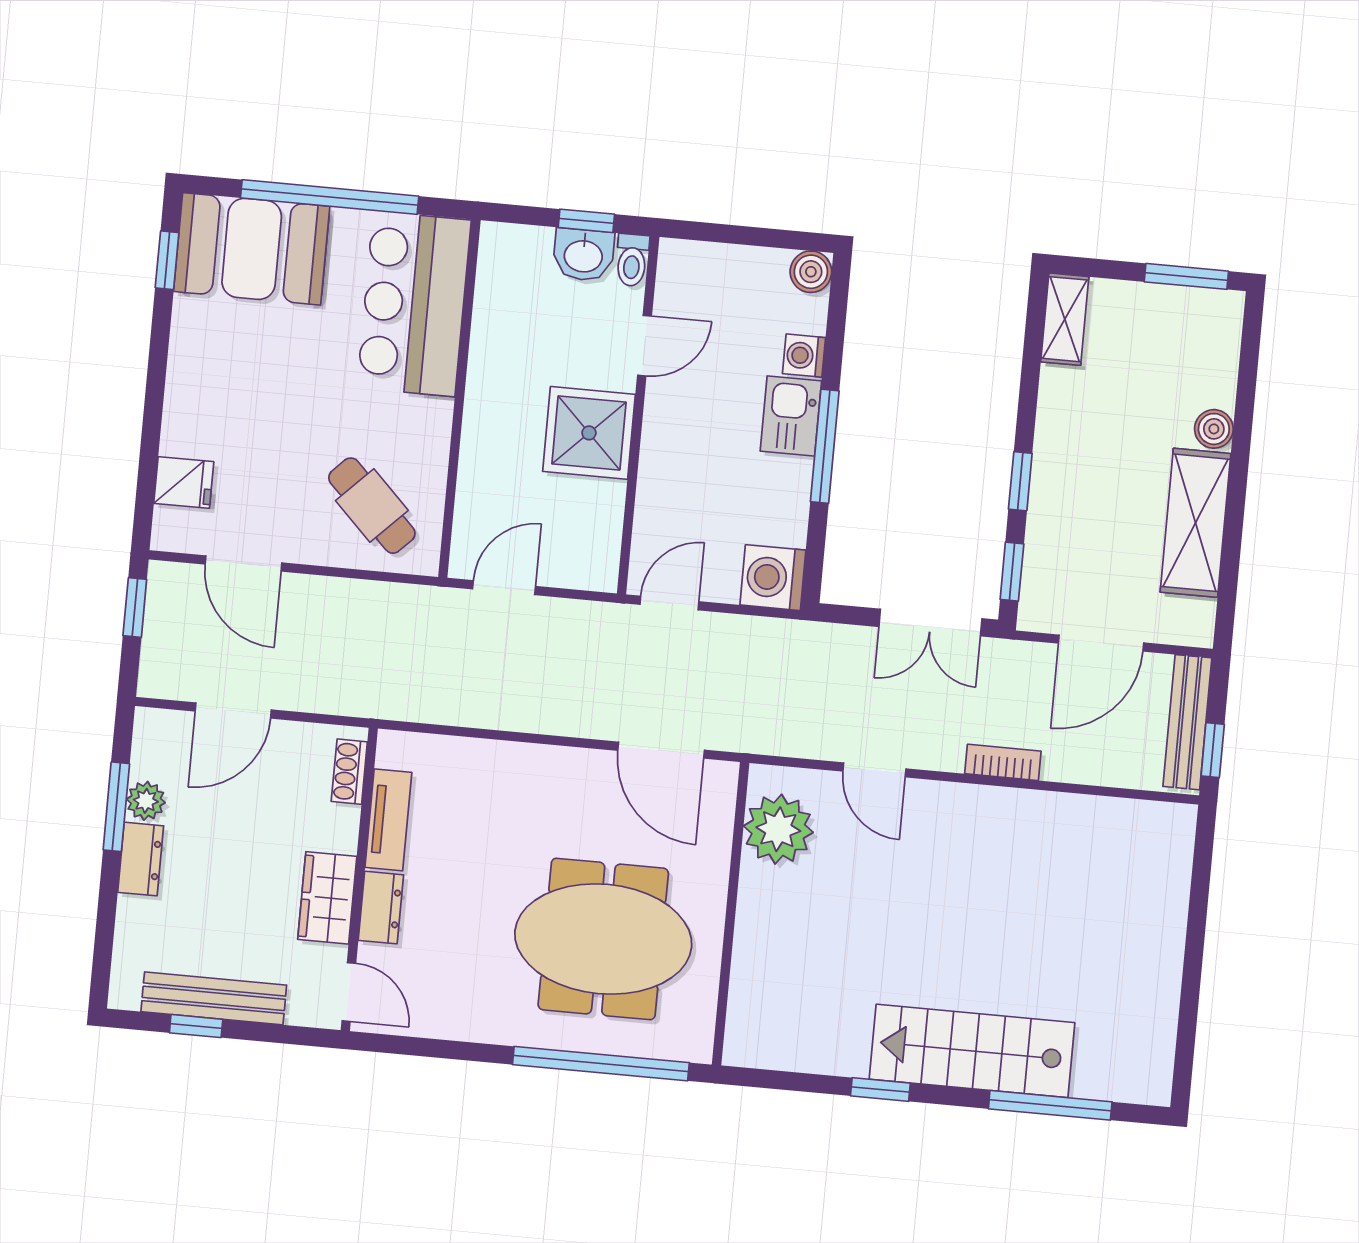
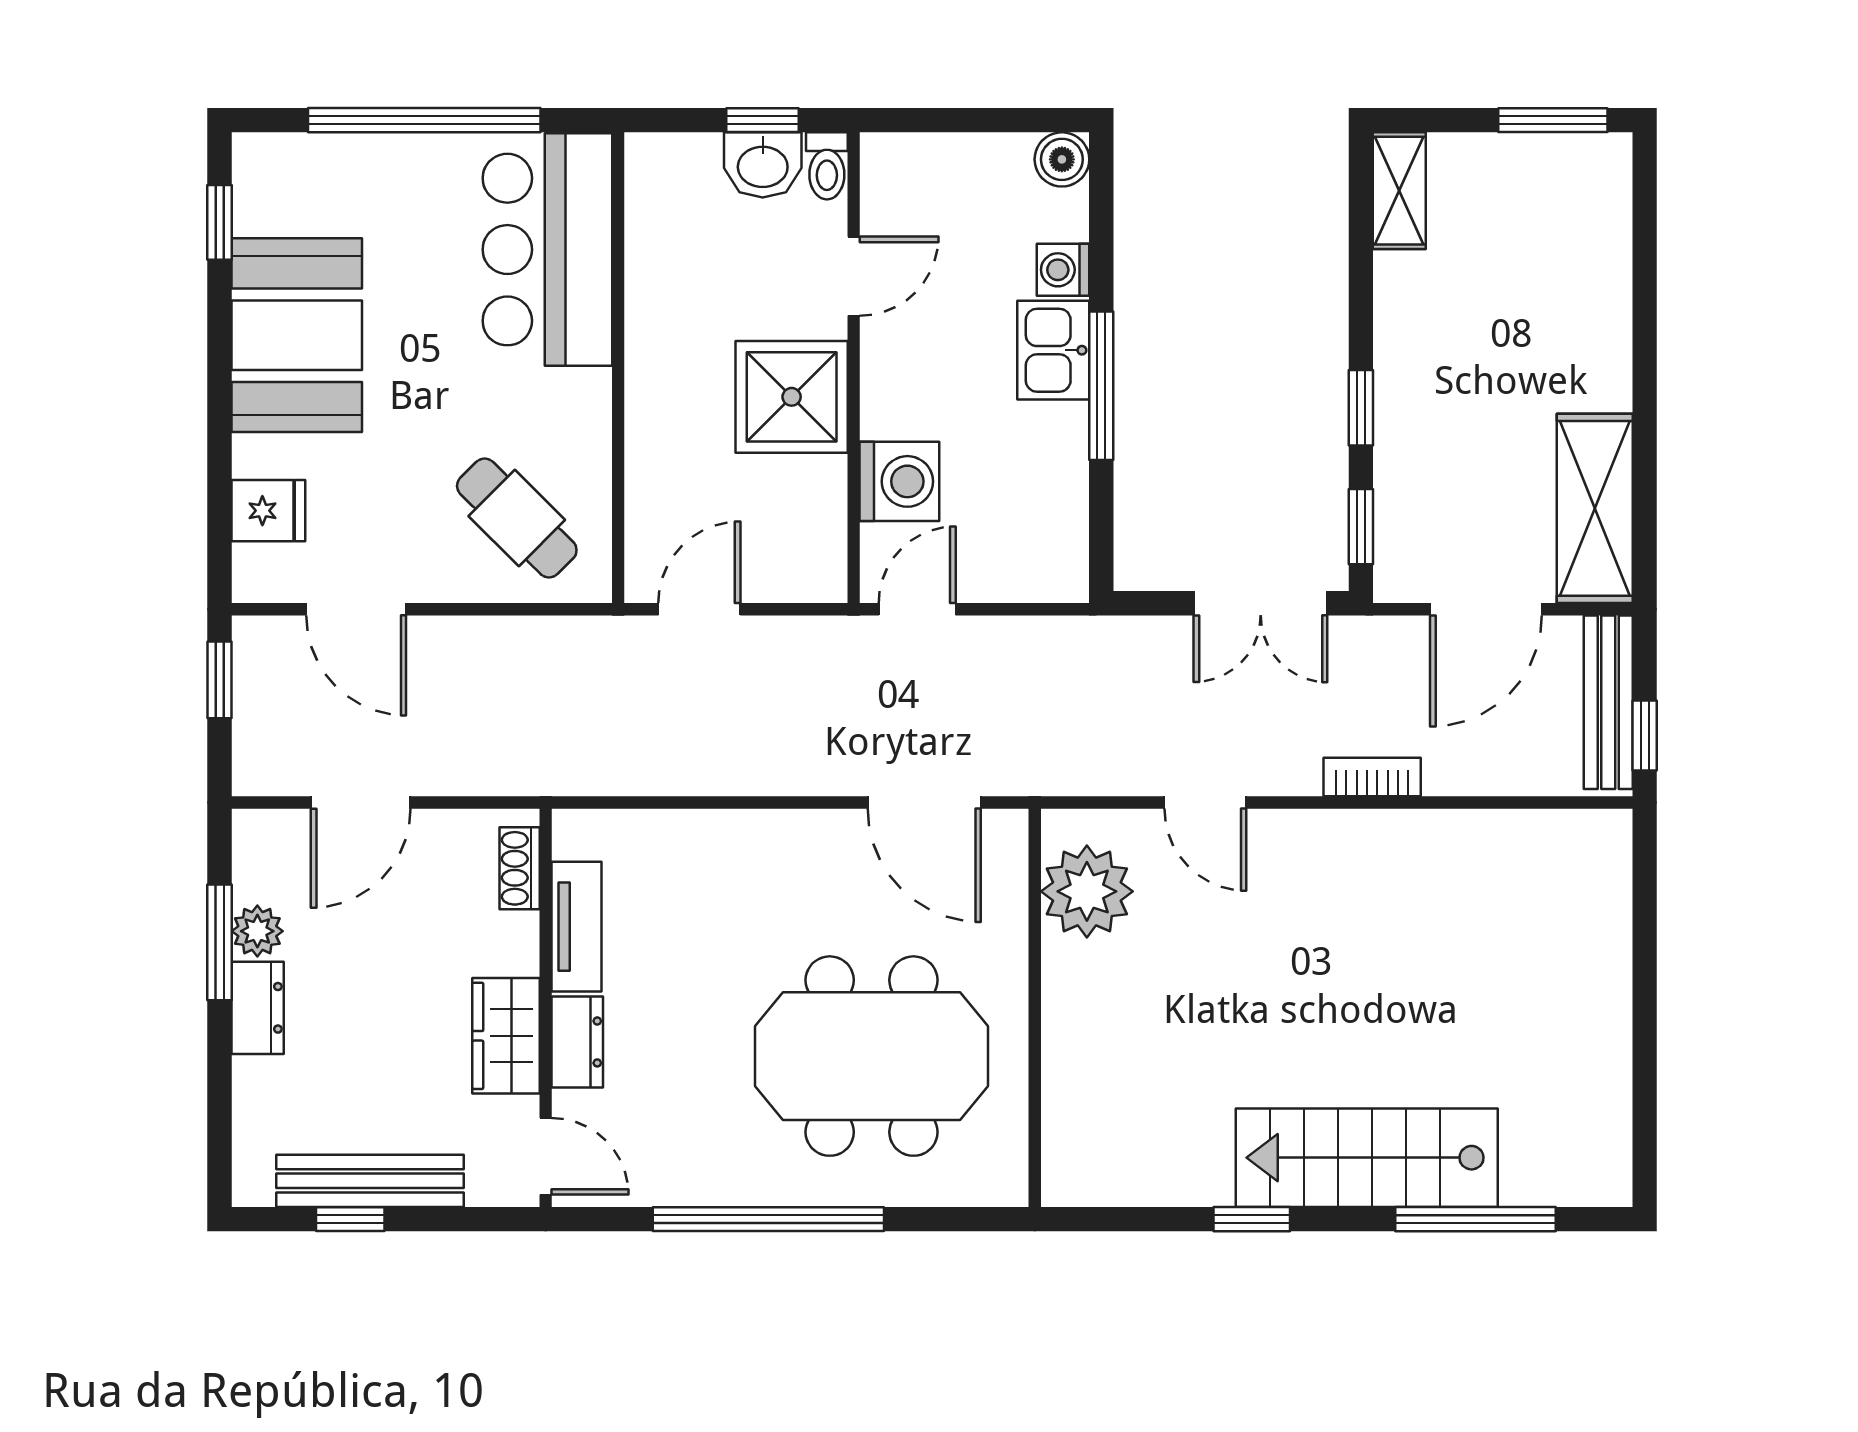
booth: (252, 249) -> (297, 335), moved, turned 90
boiler: (1214, 429) -> (1607, 316), removed
shelving: (1195, 523) -> (1595, 508), moved
washing machine: (773, 578) -> (899, 481), moved, turned 180
window: (601, 1064) -> (768, 1219), moved

